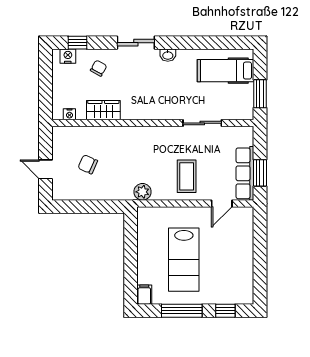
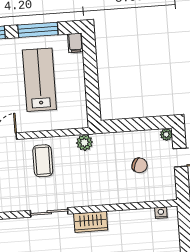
wardrobe: (103, 110) -> (91, 222), moved
sliding door: (202, 123) -> (49, 212), moved
plant: (58, 194) -> (166, 134), added

